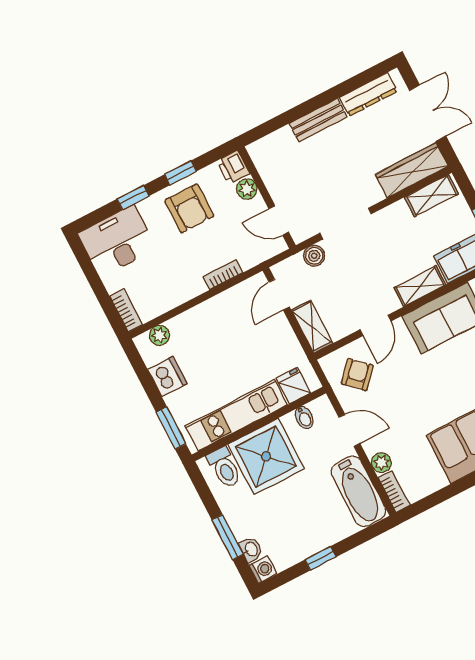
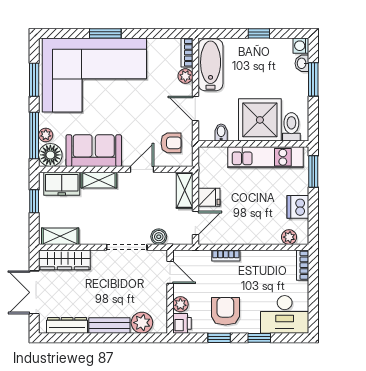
plant: (281, 143) -> (142, 323), added
armchair: (357, 375) -> (171, 143), turned -133
fridge: (293, 386) -> (209, 197), moved, turned -90

